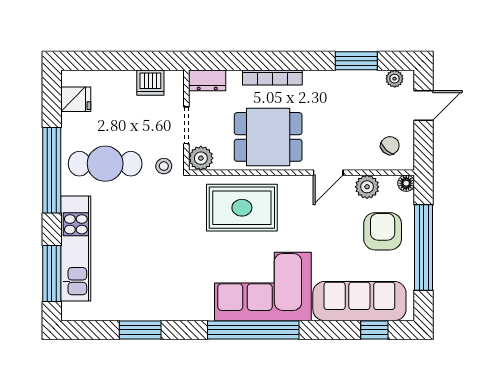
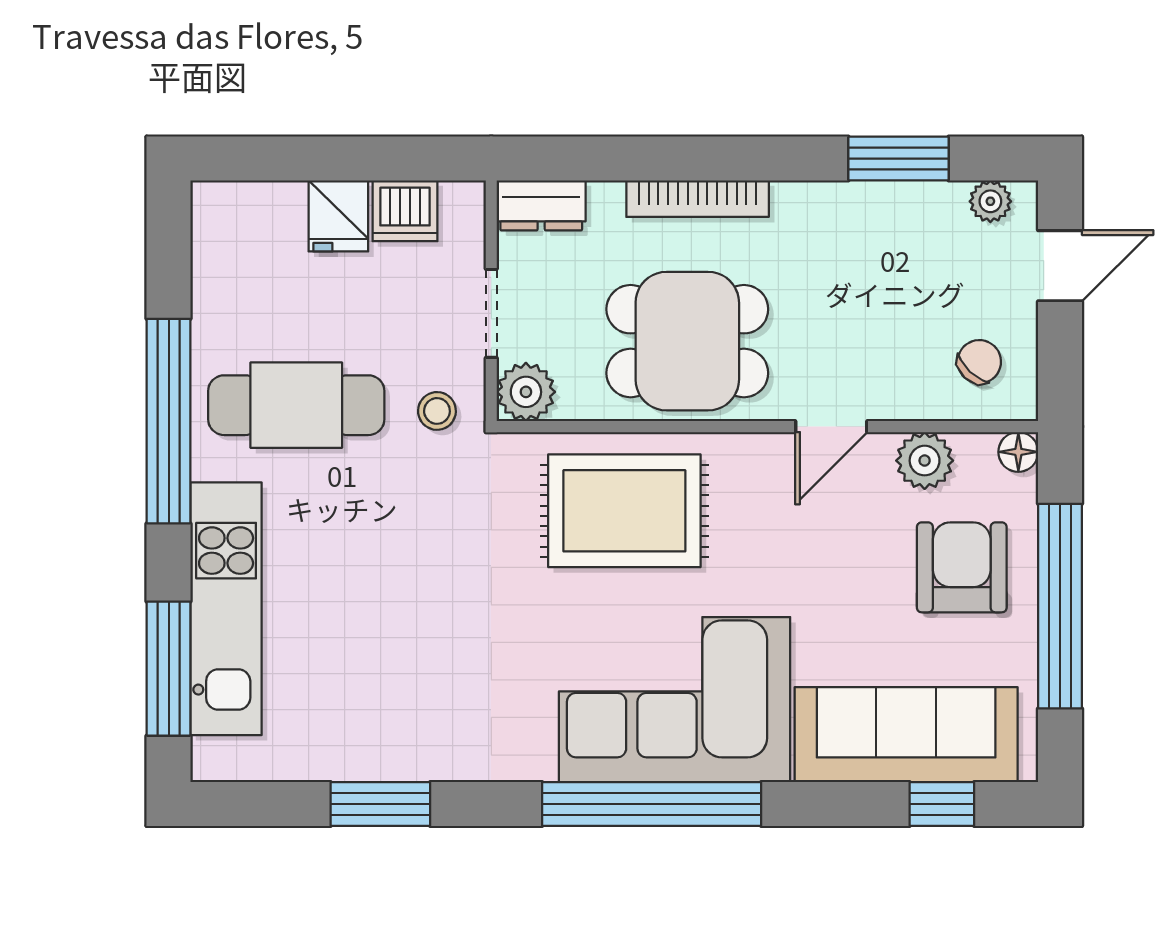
fridge: (76, 99) -> (338, 216), moved, turned 90

